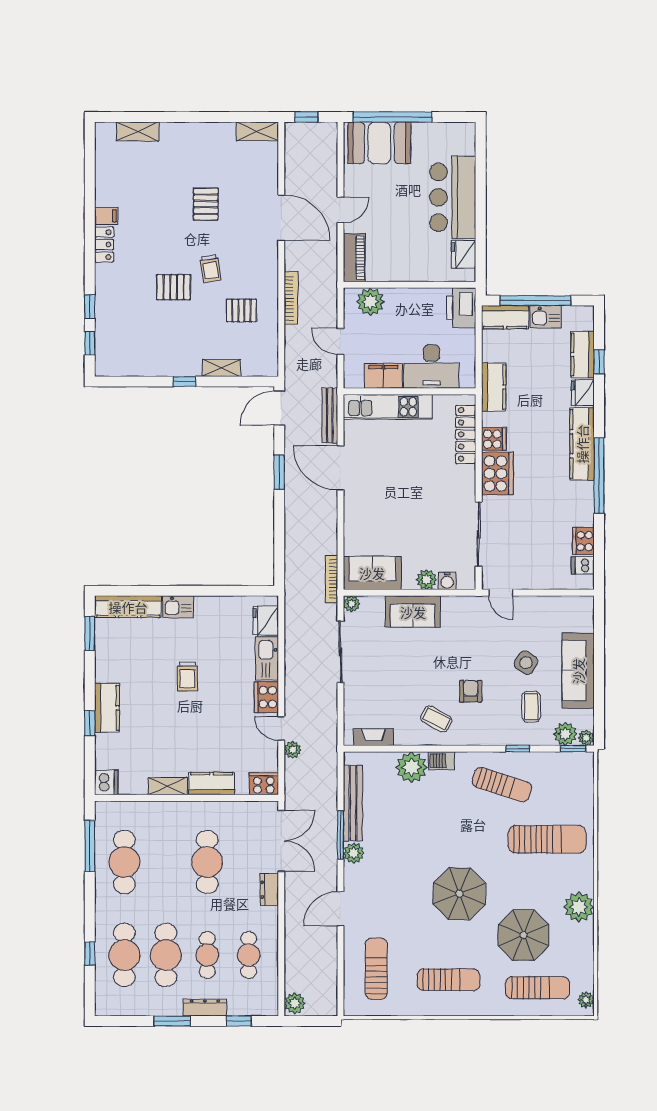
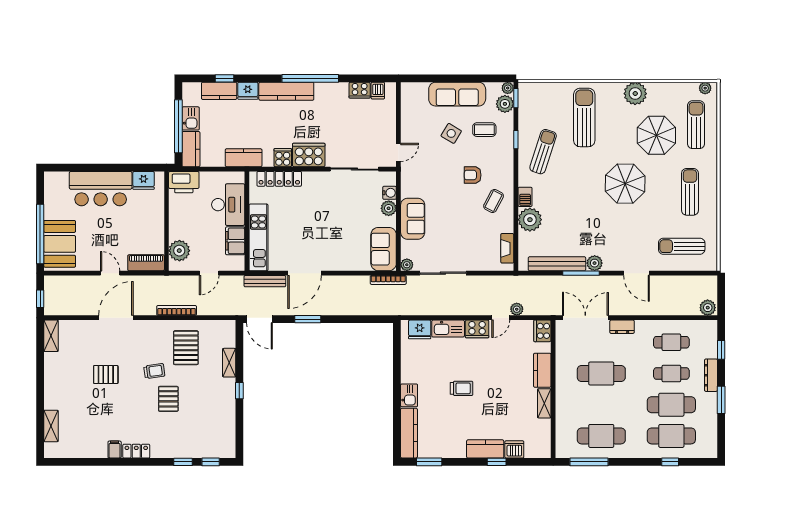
pallet: (241, 311) -> (186, 348), width x1.50, depth x1.42
dishwasher: (106, 783) -> (514, 449), moved

